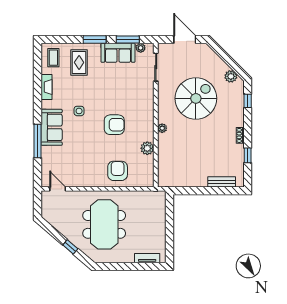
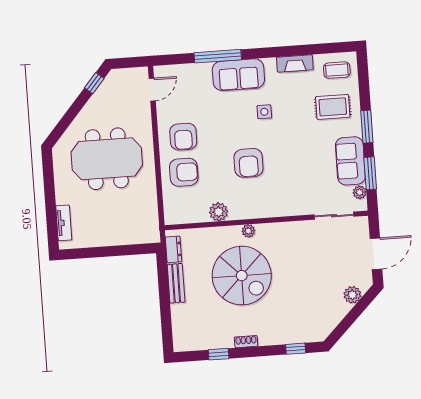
plant: (231, 76) -> (352, 295), moved
spiral stairs: (196, 98) -> (242, 276), moved
armchair: (92, 169) -> (183, 137), added
dresser: (171, 182) -> (174, 249), added
bench: (222, 182) -> (176, 283), moved
window: (70, 247) -> (94, 83), moved

